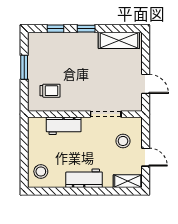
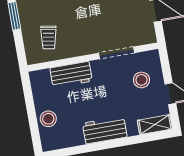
trolley: (50, 91) -> (49, 37), turned 99
stool: (41, 171) -> (48, 119), moved

